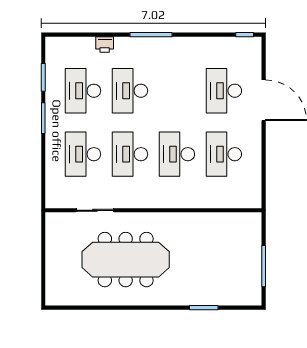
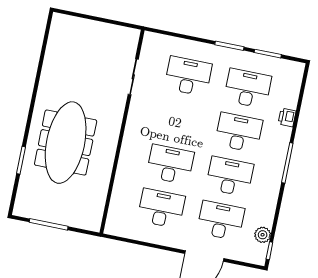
plant: (230, 45) -> (263, 235), added
desk: (130, 154) -> (230, 176), moved
meeting table: (126, 260) -> (66, 143), moved

